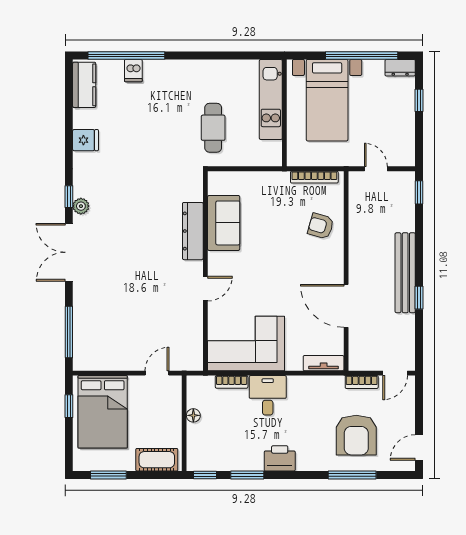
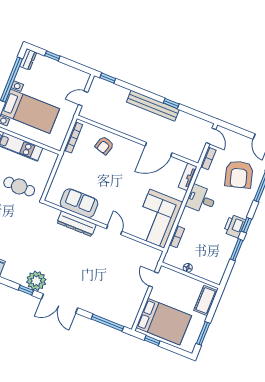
plant: (81, 206) -> (36, 281), width x1.87, depth x1.87
desk: (268, 395) -> (201, 199), moved
armchair: (356, 435) -> (239, 174), turned 74
window: (205, 475) -> (246, 225), moved

